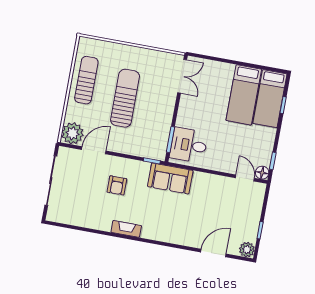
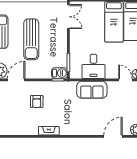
sun lounger: (125, 98) -> (31, 39), turned 180
desk: (189, 145) -> (93, 66), moved, turned -90
barbecue: (155, 152) -> (59, 73), added
sofa: (170, 178) -> (92, 90), moved

